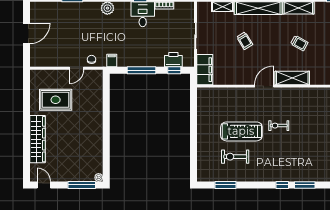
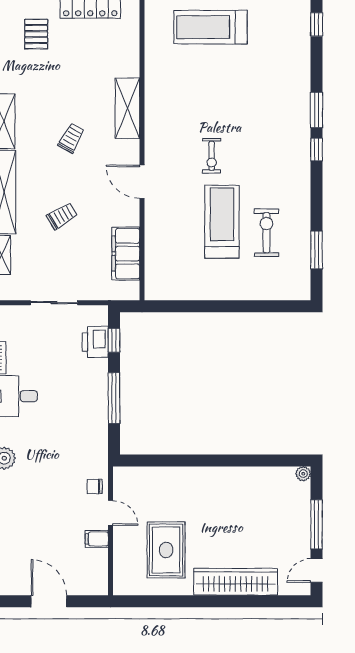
trolley: (299, 43) -> (71, 138), moved
filing cabinet: (112, 60) -> (97, 539), moved
filing cabinet: (205, 70) -> (126, 254), moved, turned -90
shelving: (292, 78) -> (127, 108), moved
exercise bike: (235, 157) -> (266, 233), turned 180
window: (82, 185) -> (317, 524), moved

